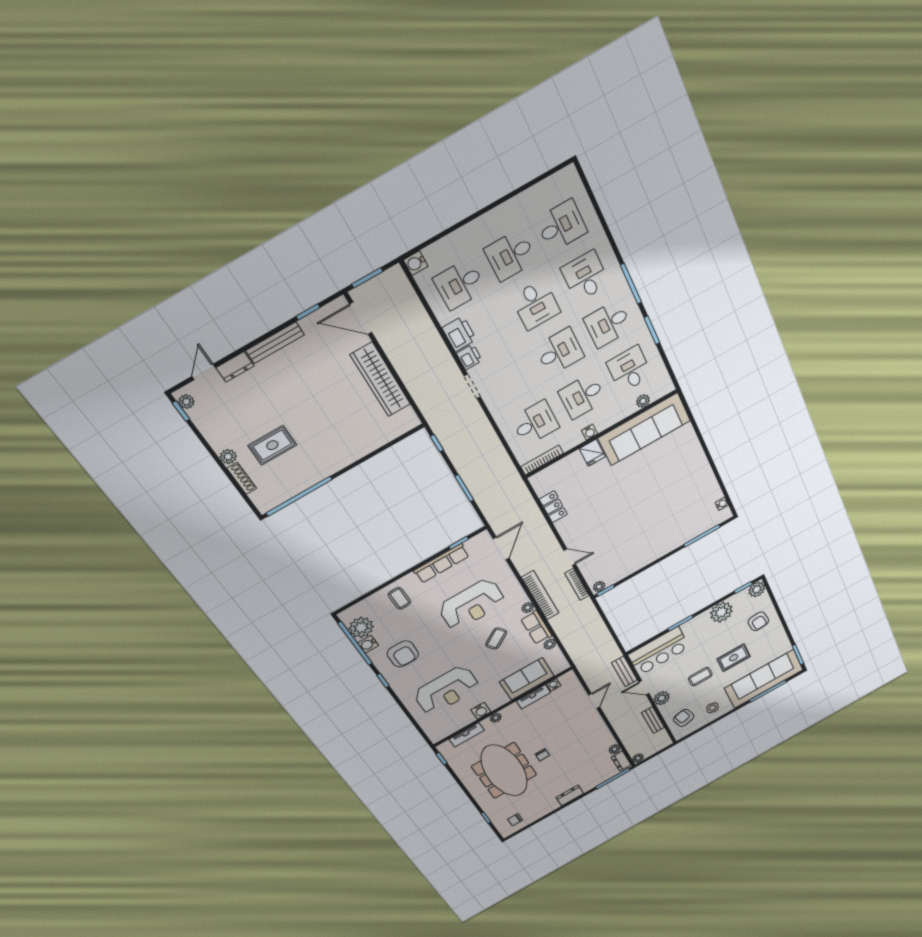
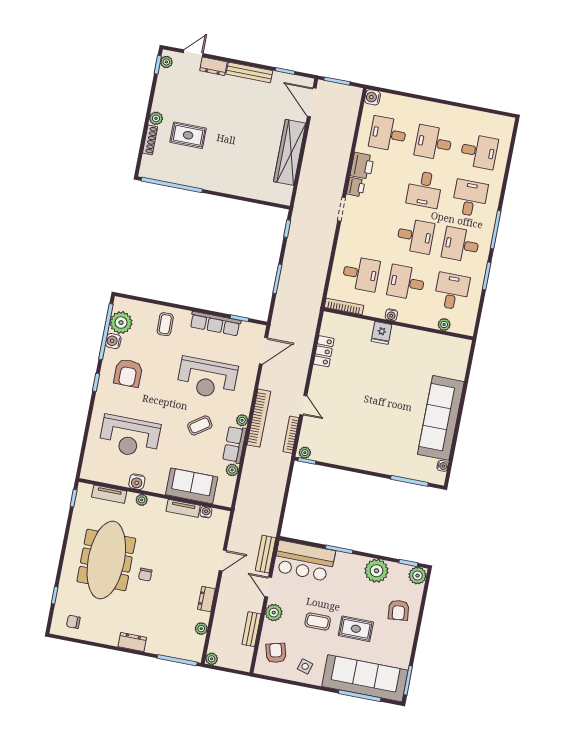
sofa: (644, 429) -> (441, 418), moved, turned 90
dresser: (621, 761) -> (206, 599), moved

